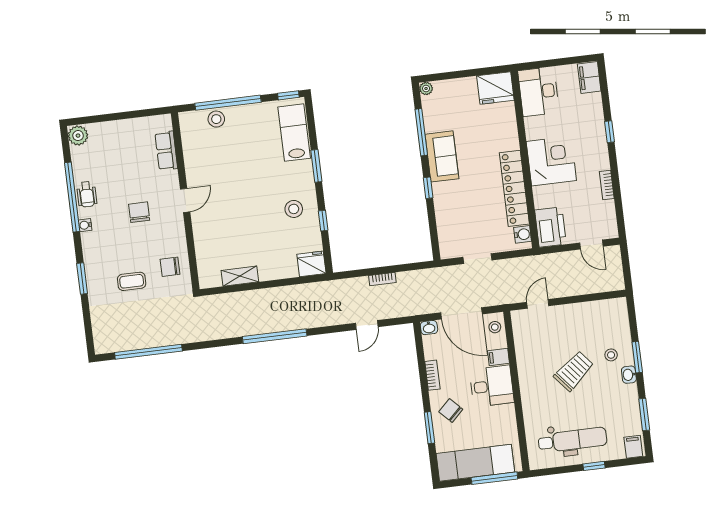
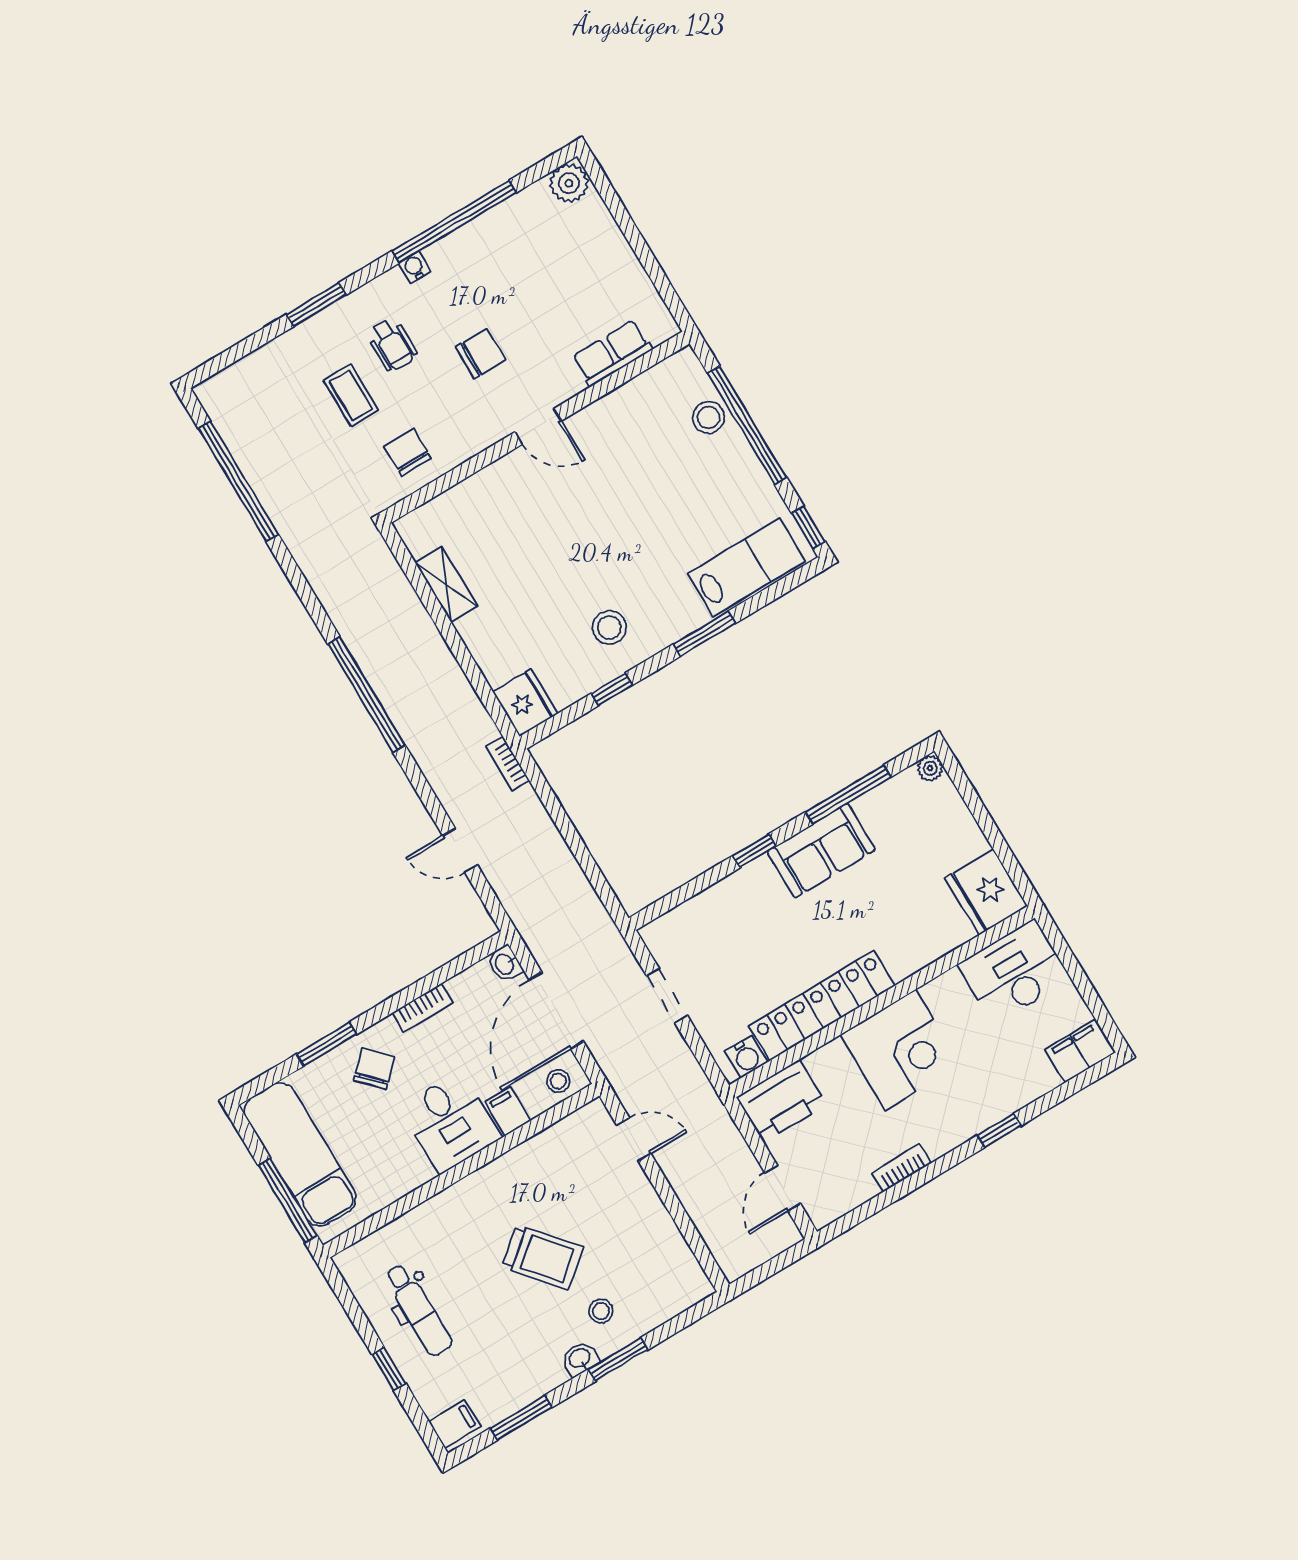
wheelchair: (87, 194) -> (392, 344), moved, turned -90
bookcase: (382, 279) -> (508, 764), moved
dental chair: (572, 440) -> (418, 1310), width x0.73, depth x0.72

